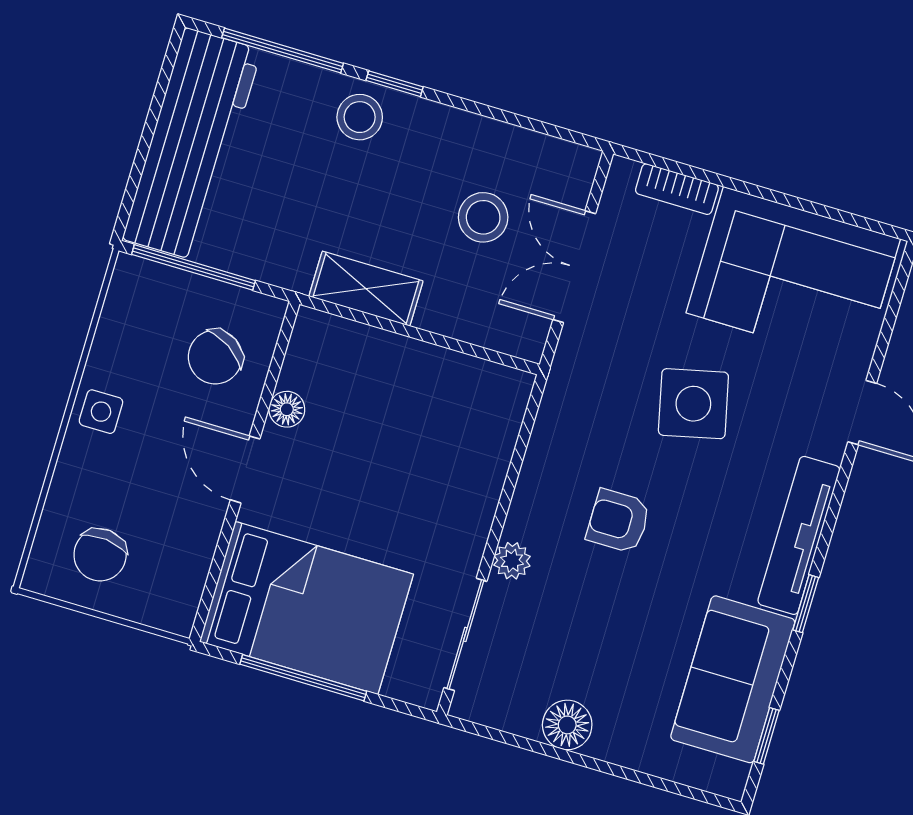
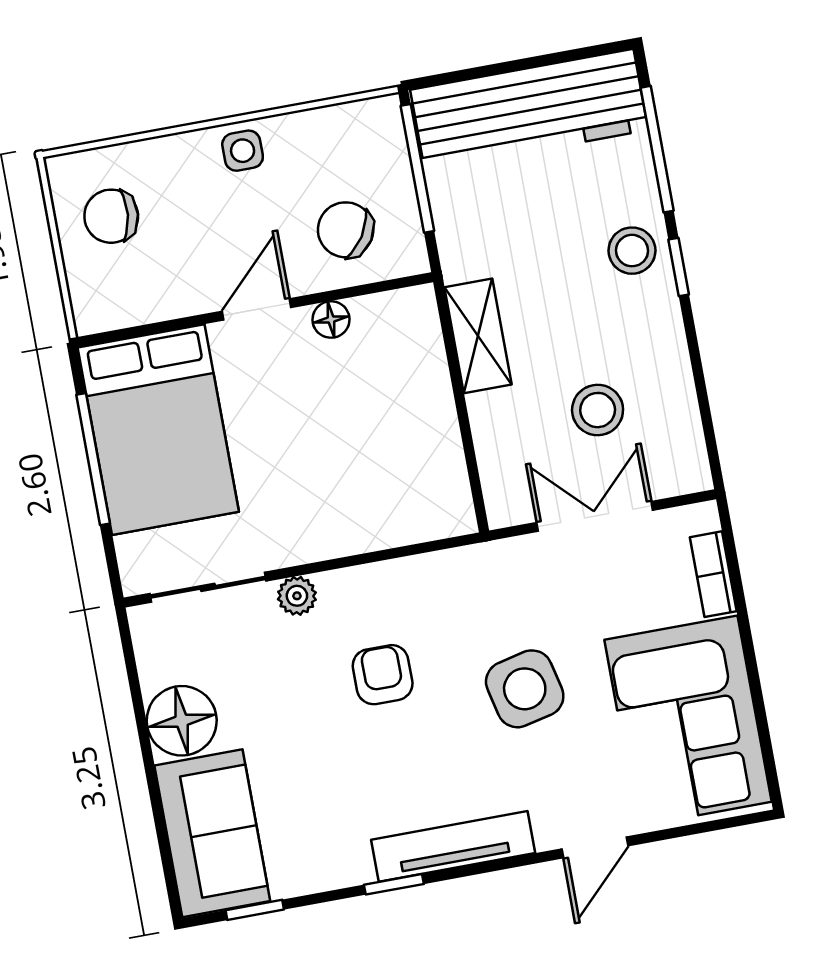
sofa: (733, 679) -> (212, 833), moved, turned 90
floor lamp: (567, 725) -> (182, 721), width x1.38, depth x1.38

